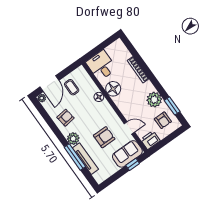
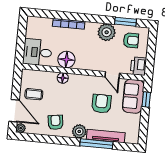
door: (129, 128) -> (112, 75), swing flipped

